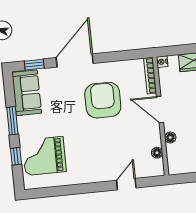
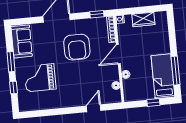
window: (34, 65) -> (97, 14), moved
armchair: (103, 100) -> (77, 47), turned 180
door: (160, 109) -> (118, 54), hinge flipped
grand piano: (44, 156) -> (40, 78), moved

